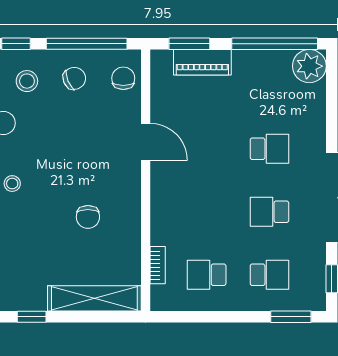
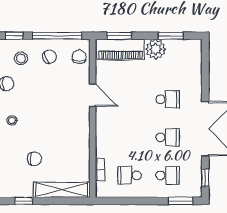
window: (275, 44) -> (171, 36), width x0.47
piano: (202, 62) -> (121, 49), width x1.37, depth x1.33
plant: (309, 66) -> (156, 49), moved
school desk: (269, 212) -> (168, 137), turned 180
chair: (88, 217) -> (34, 159), moved, turned -90

